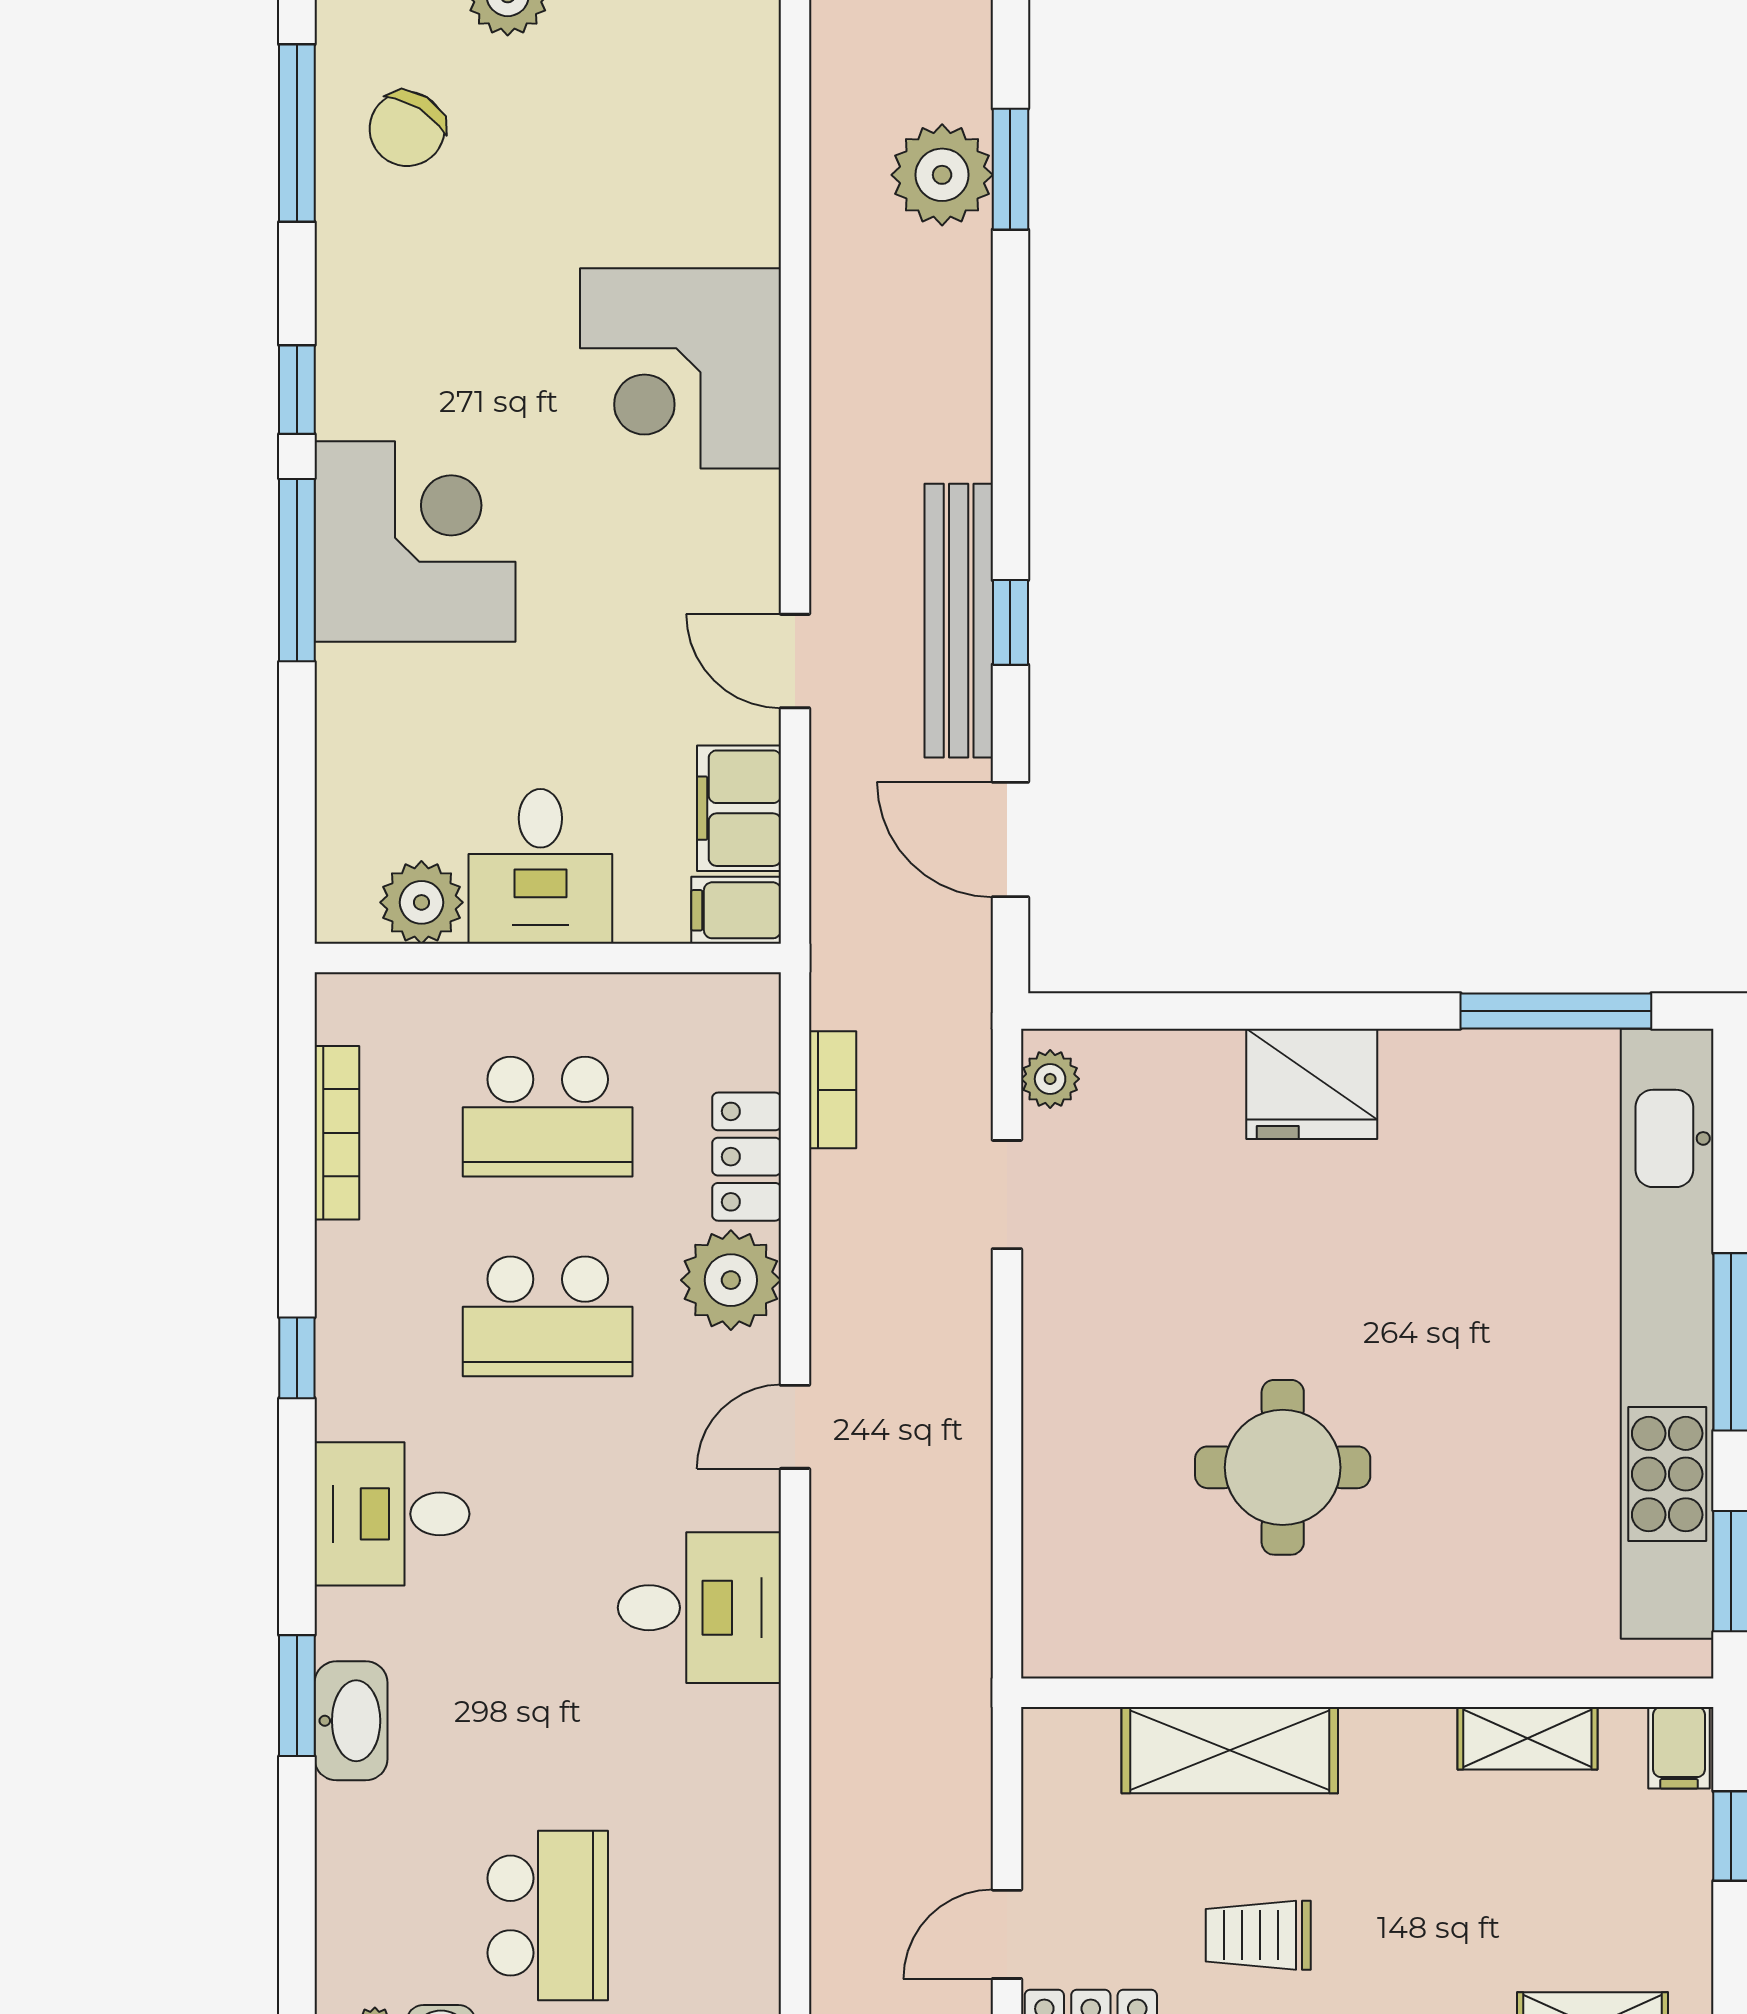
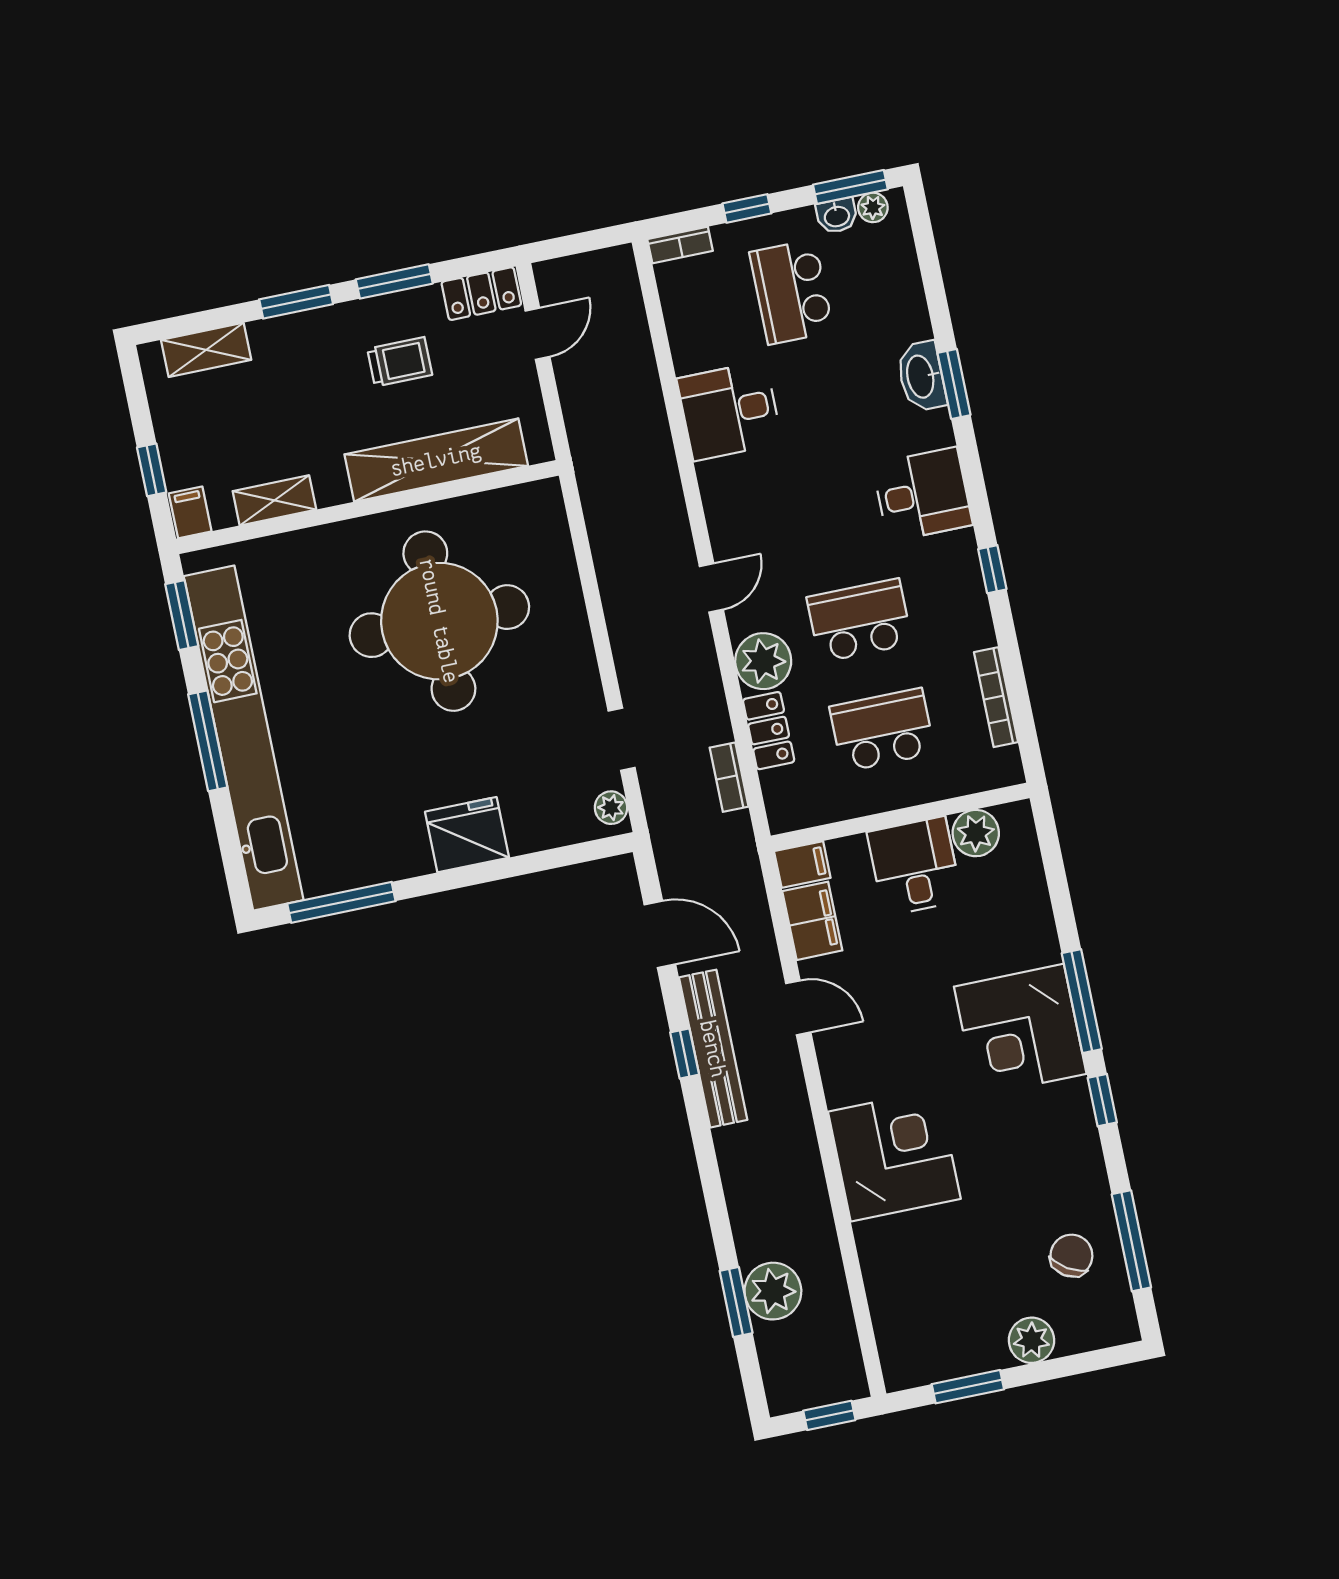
round table: (1283, 1467) -> (439, 621), width x1.86, depth x1.86
desk: (699, 1608) -> (729, 411), moved
shelving: (1230, 1750) -> (436, 460), width x1.47

